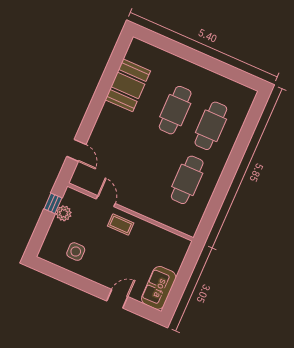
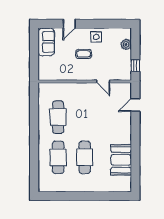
door: (76, 150) -> (135, 105), hinge flipped
plant: (64, 213) -> (126, 44), moved
coffee table: (121, 224) -> (84, 54), moved
side table: (76, 252) -> (96, 37), moved

